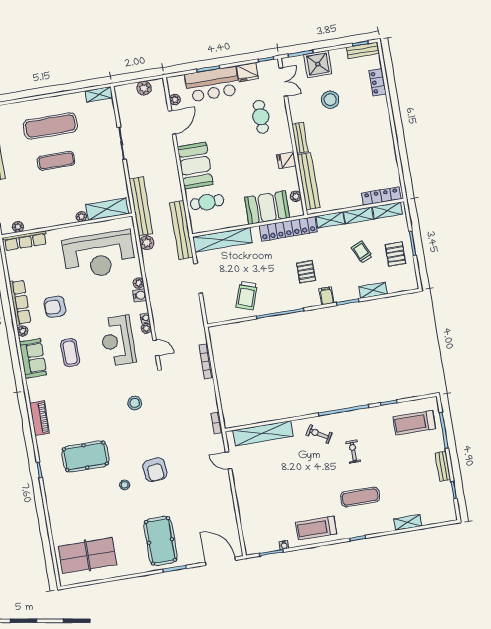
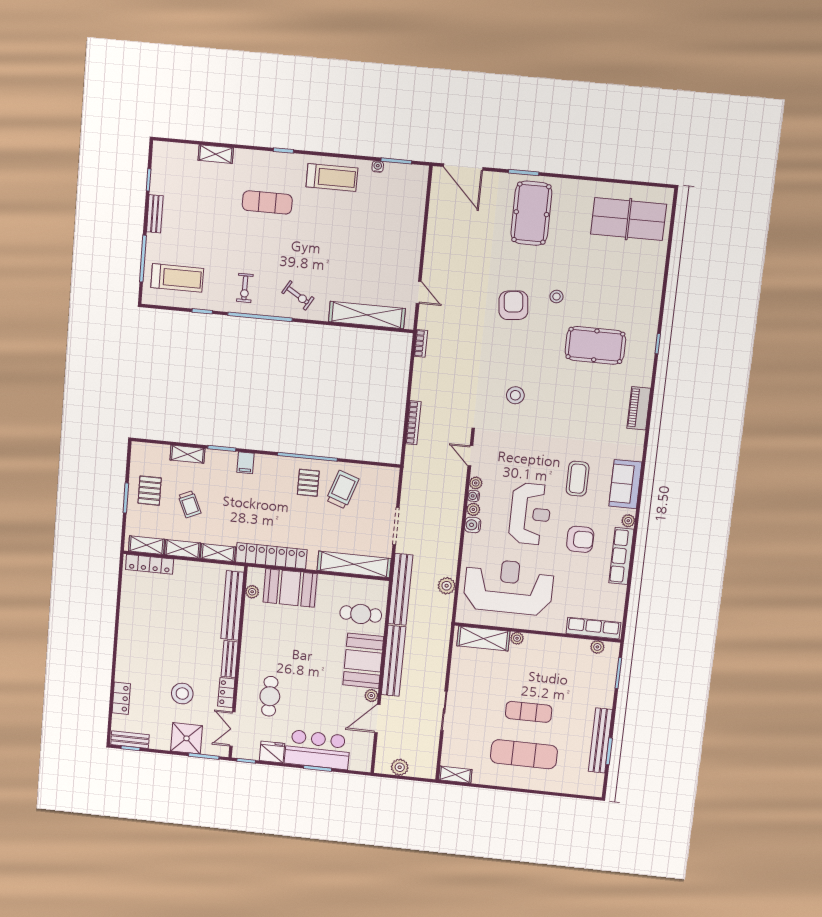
plant: (175, 100) -> (371, 696), moved
locker: (296, 110) -> (226, 693), added
fridge: (286, 160) -> (252, 637), removed
bench: (141, 206) -> (394, 661), moved
pallet: (306, 272) -> (308, 483), moved
plant: (138, 283) -> (473, 509), moved
reception desk: (118, 341) -> (530, 514), moved
exercise bike: (353, 452) -> (245, 288), moved

